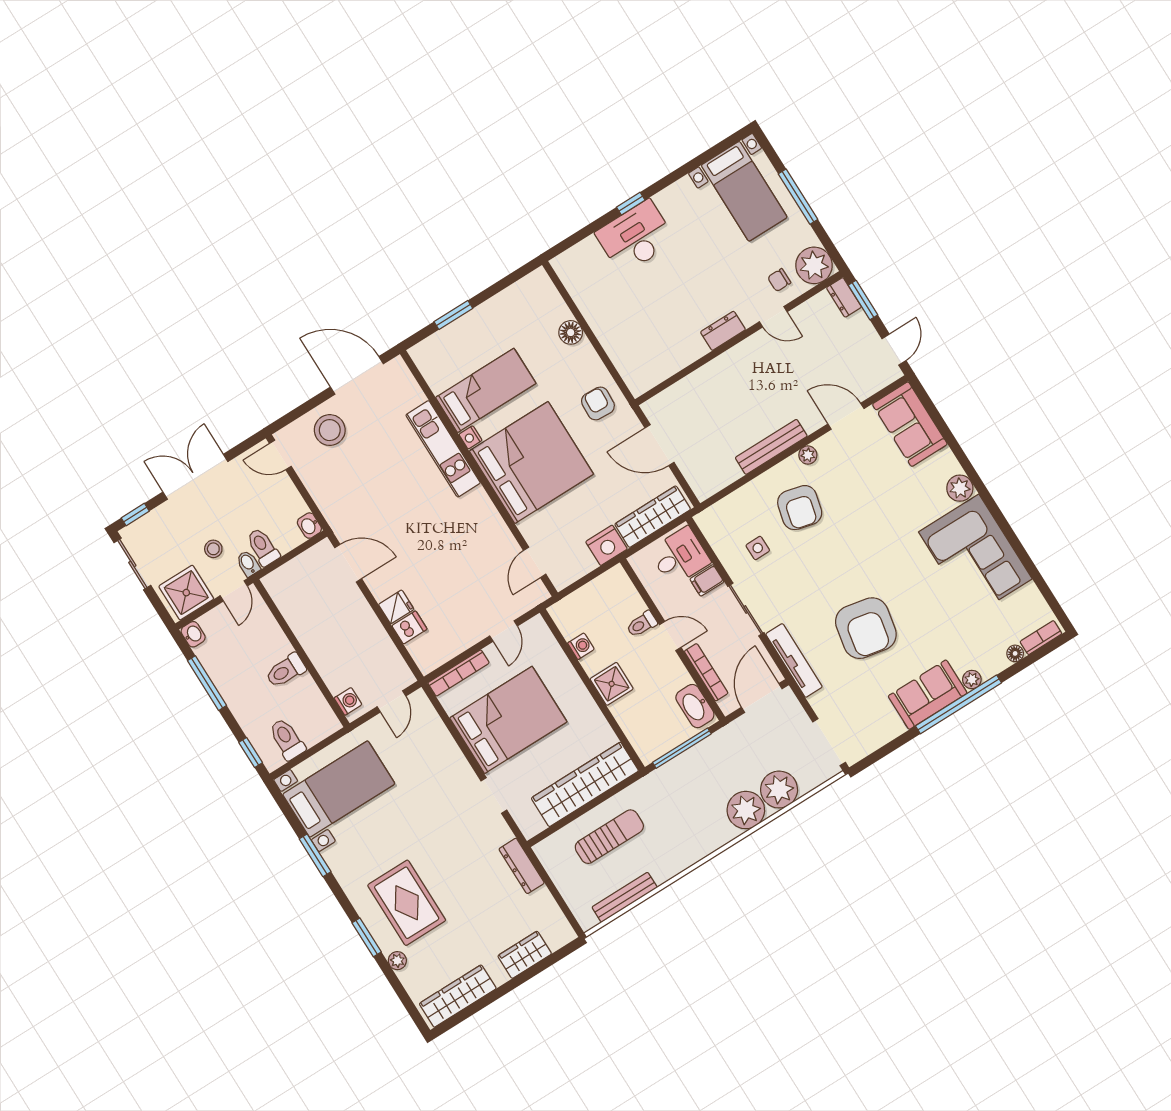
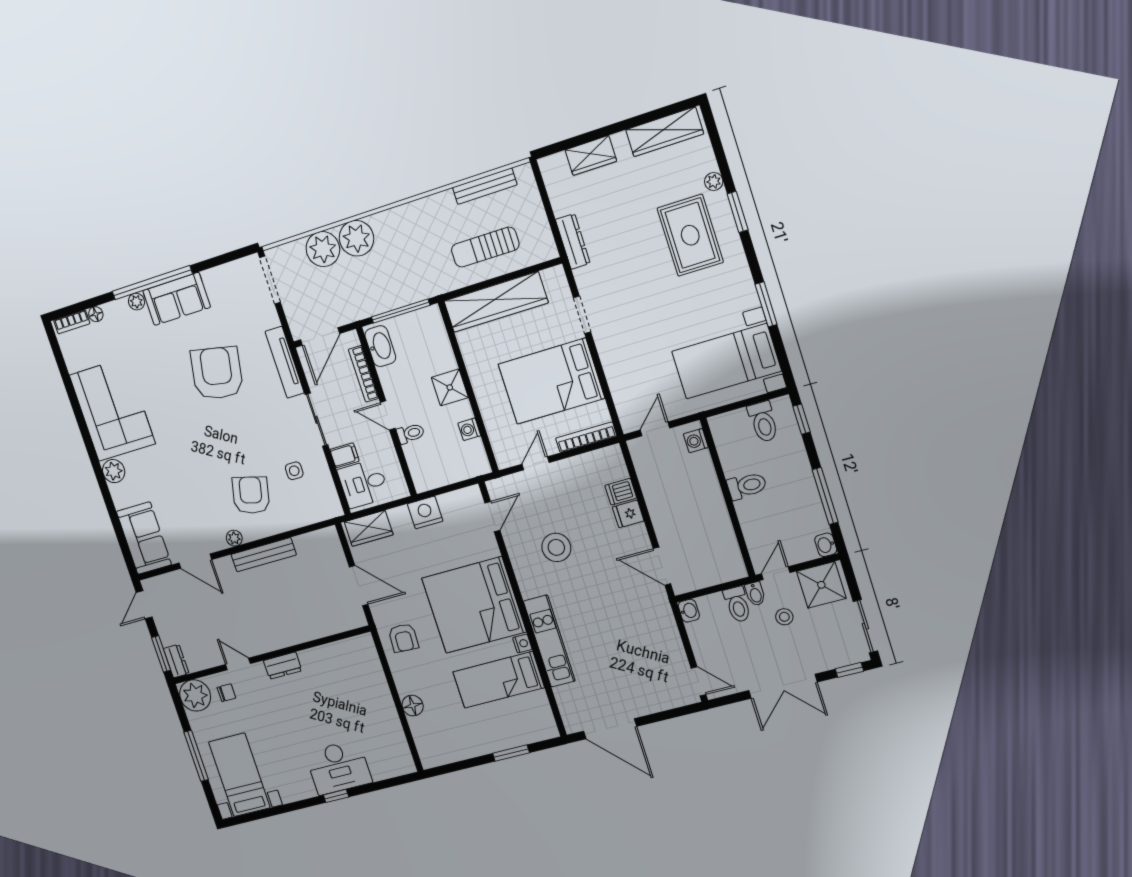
stool: (330, 430) -> (556, 547), moved
wardrobe: (653, 517) -> (369, 528), width x0.67

